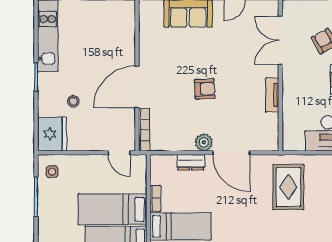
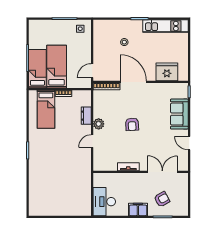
fridge: (52, 134) -> (167, 72), moved, turned 180
door: (231, 153) -> (92, 141), width x0.53
rug: (288, 187) -> (71, 177), removed

